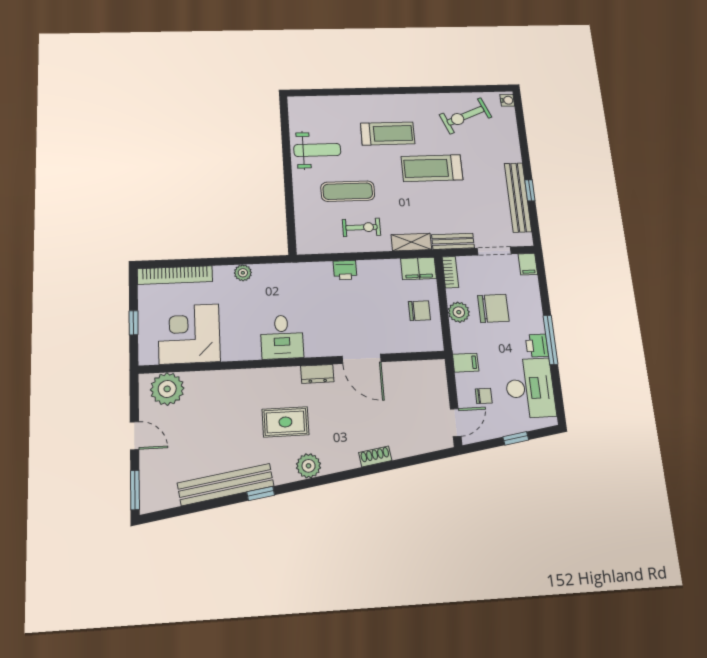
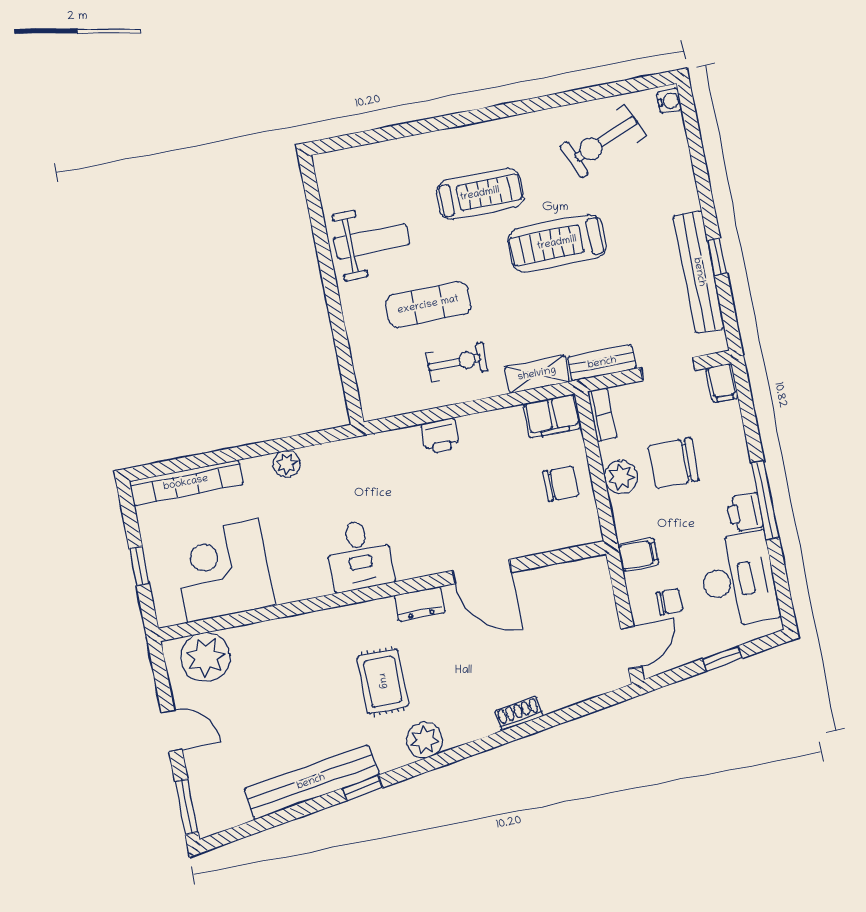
chair: (493, 308) -> (674, 463), turned 180
rug: (285, 422) -> (383, 681), turned 90

